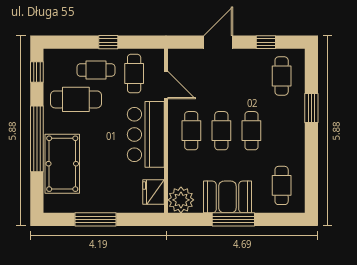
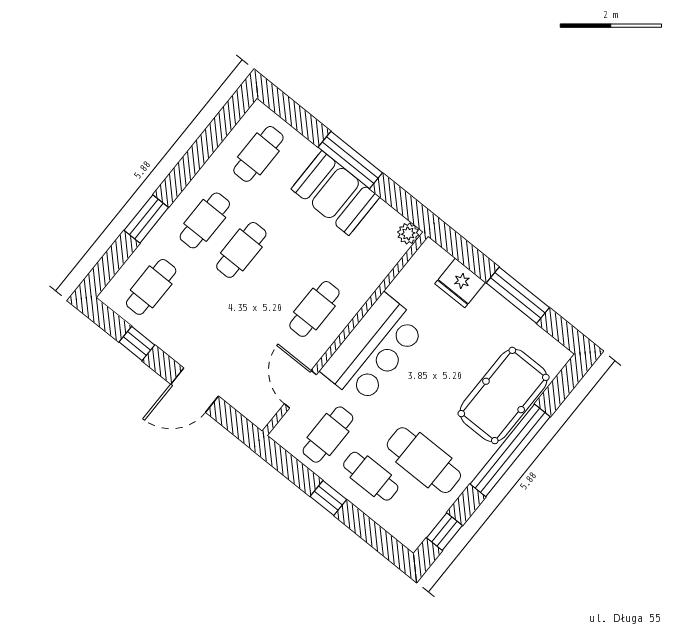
cafe table: (221, 131) -> (205, 220), moved
fridge: (153, 192) -> (460, 283), moved, turned 90
plant: (181, 200) -> (408, 234), width x0.53, depth x0.53

